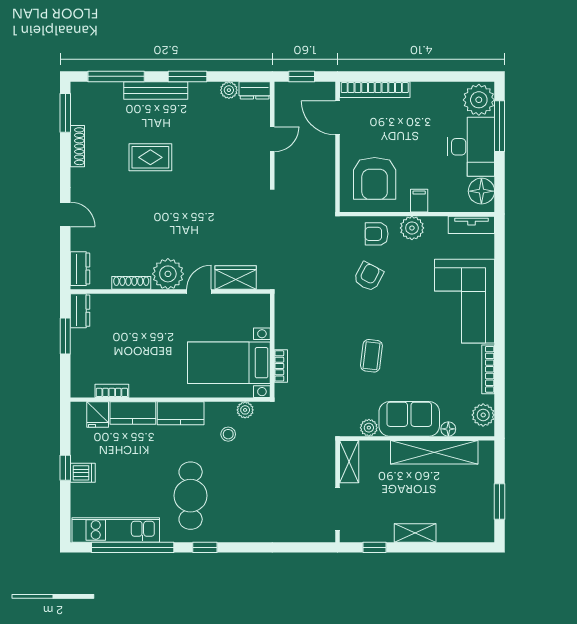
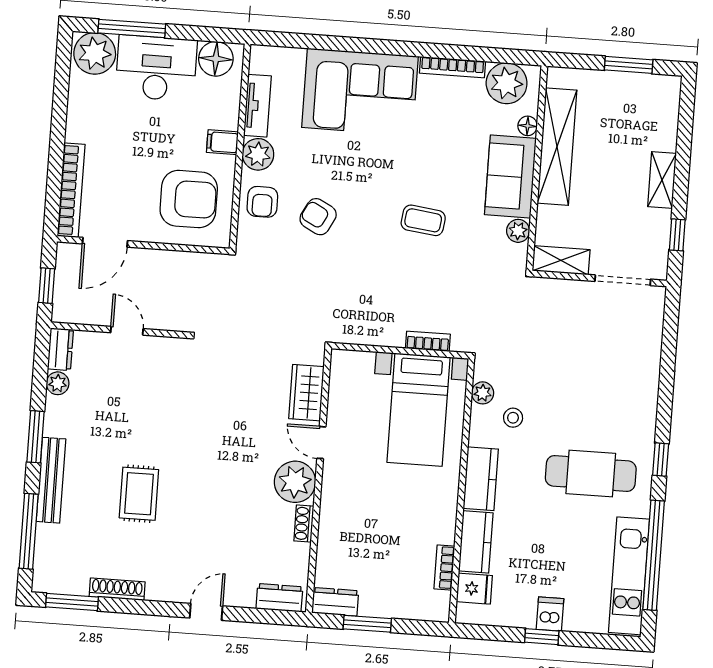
tv unit: (471, 225) -> (257, 106), moved
shoe rack: (131, 283) -> (304, 524), width x0.70
plant: (483, 415) -> (507, 83), width x1.36, depth x1.36

